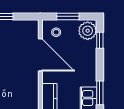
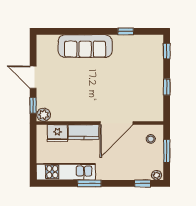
plant: (88, 31) -> (157, 175), width x0.53, depth x0.53
door: (40, 55) -> (117, 123), moved

